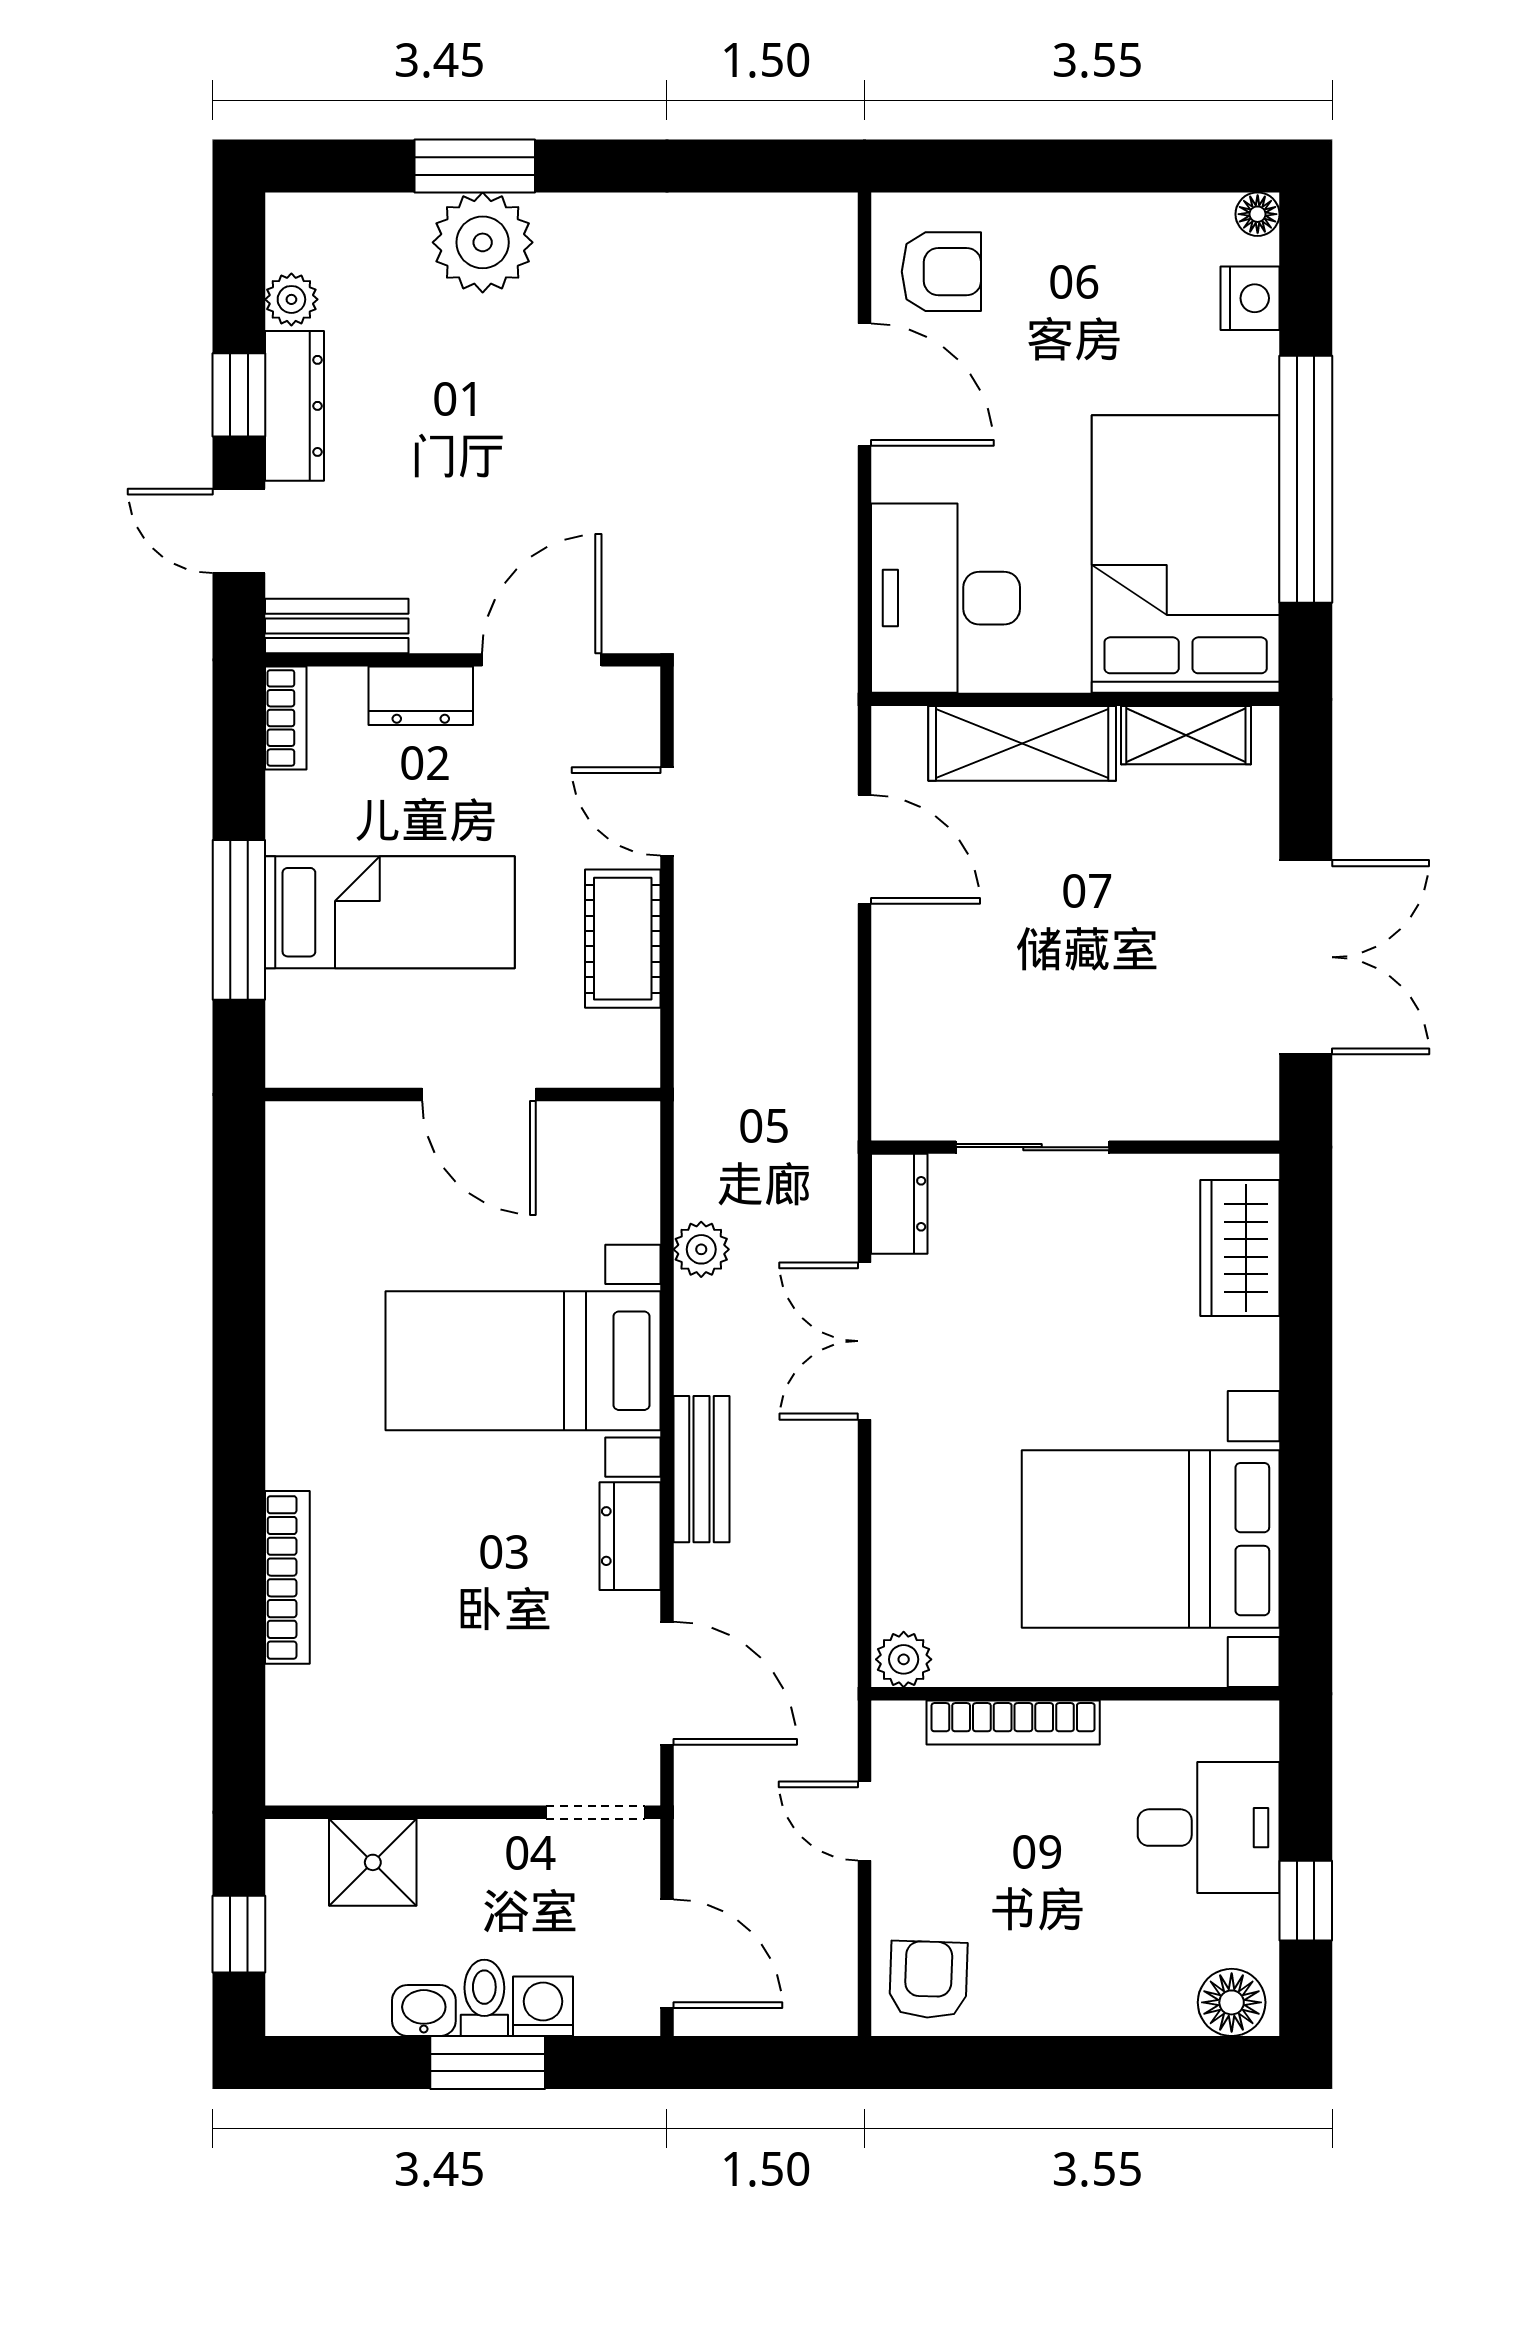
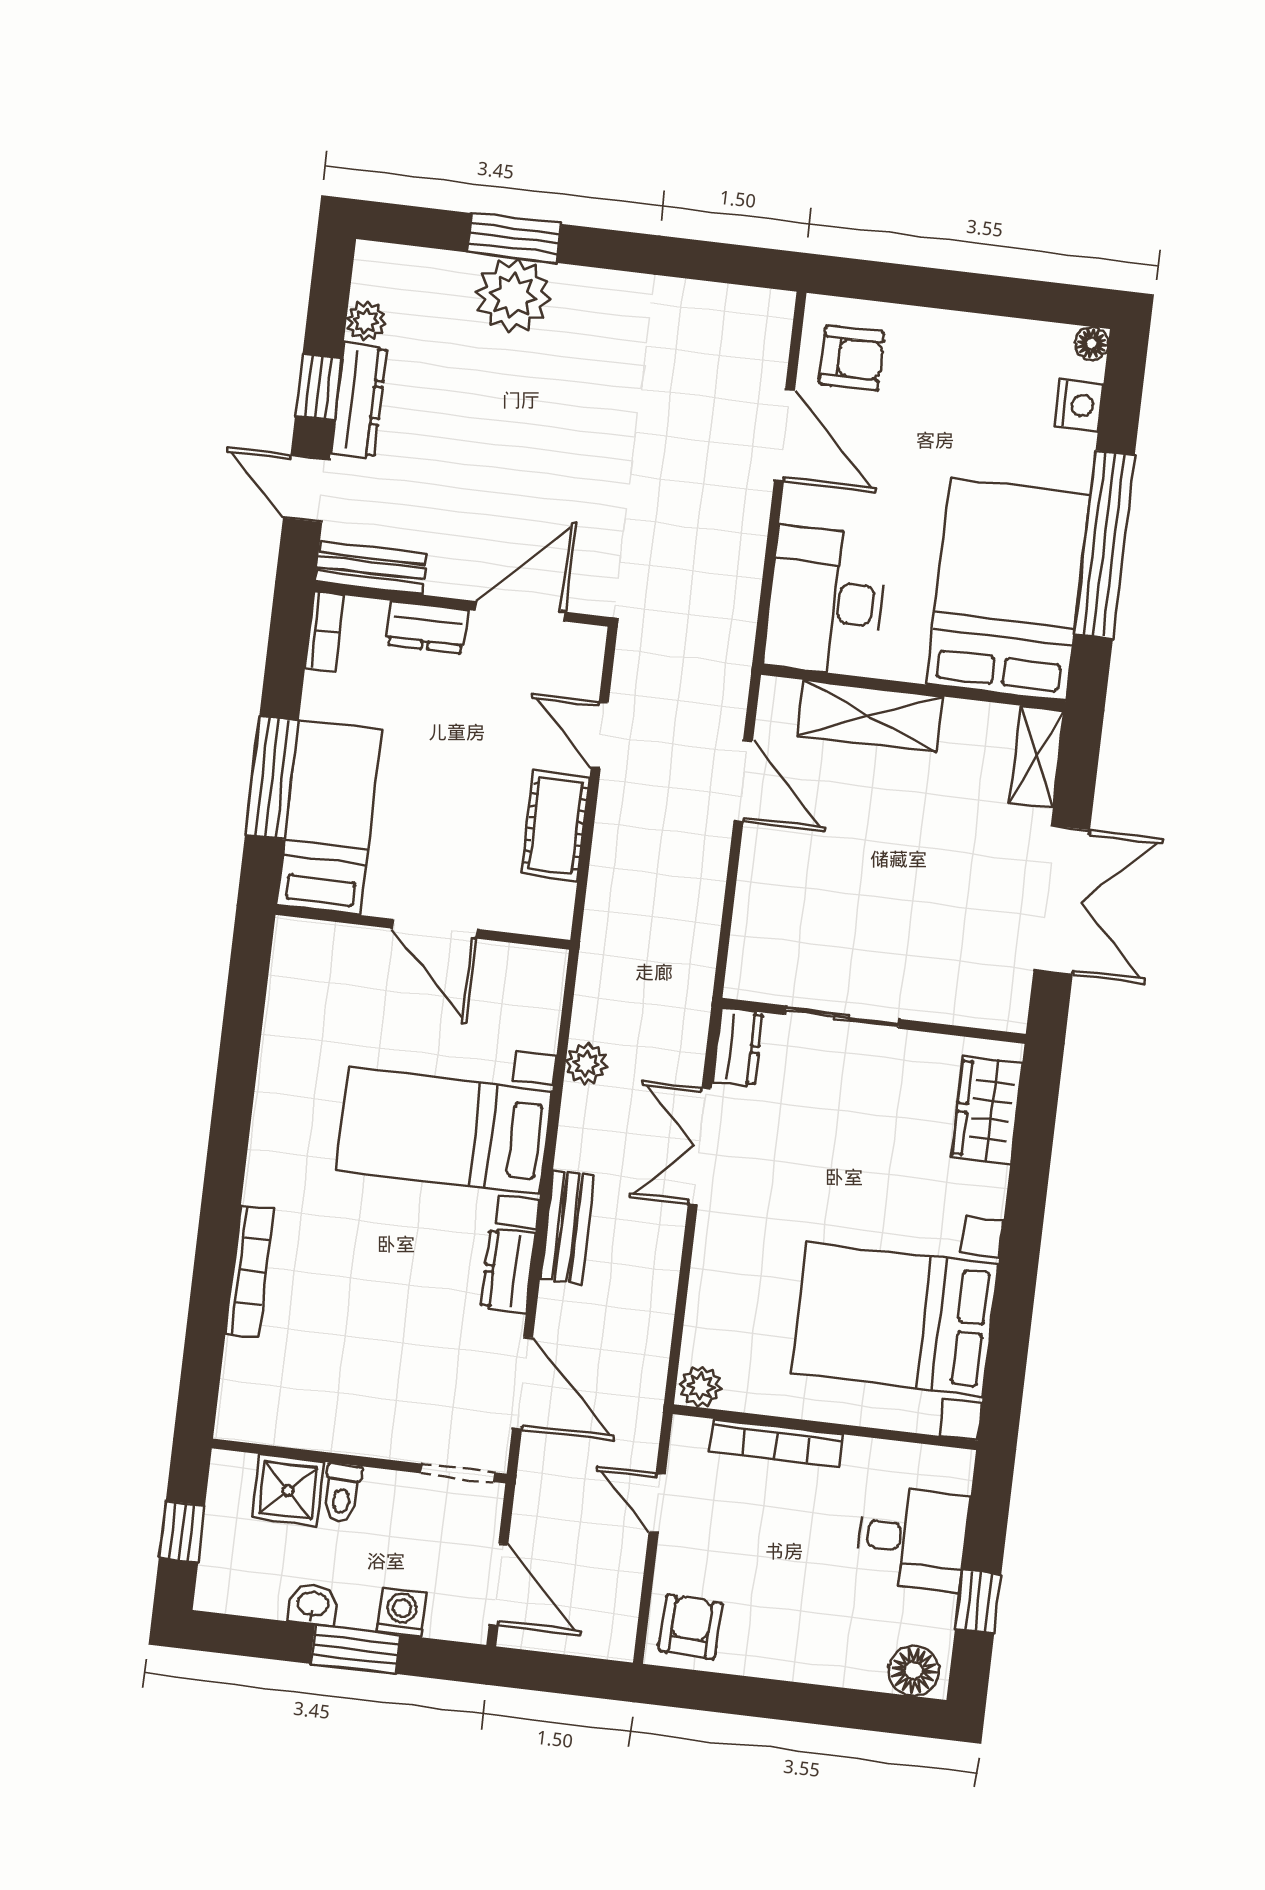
shelving: (1186, 735) -> (1037, 757), moved, turned 90
bed: (390, 912) -> (329, 817), moved, turned -90
toilet: (484, 1998) -> (342, 1493), moved, turned 180

